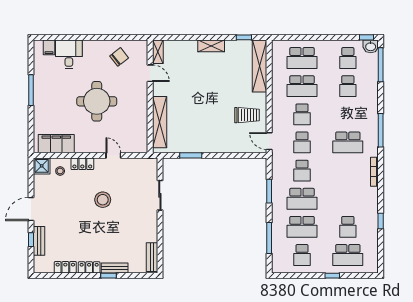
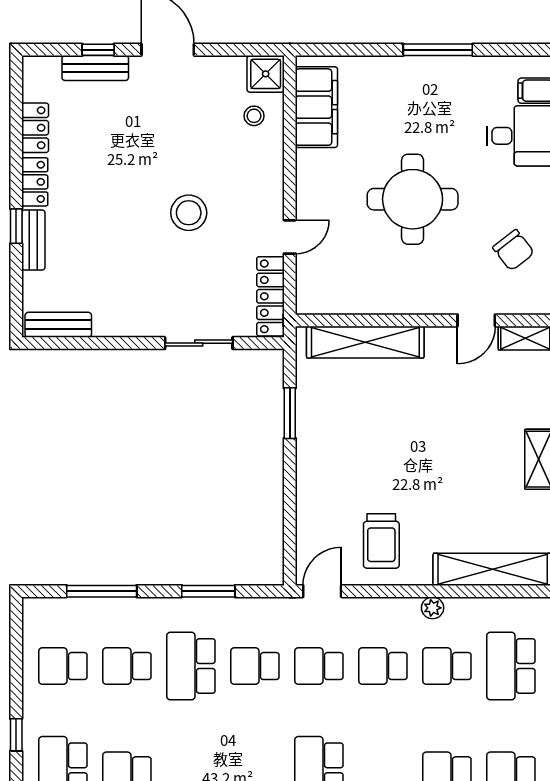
school desk: (302, 86) -> (447, 666), width x0.54
plant: (276, 92) -> (433, 608), added
locker: (82, 164) -> (271, 296), moved, width x1.53
school desk: (302, 227) -> (127, 666), width x0.54

